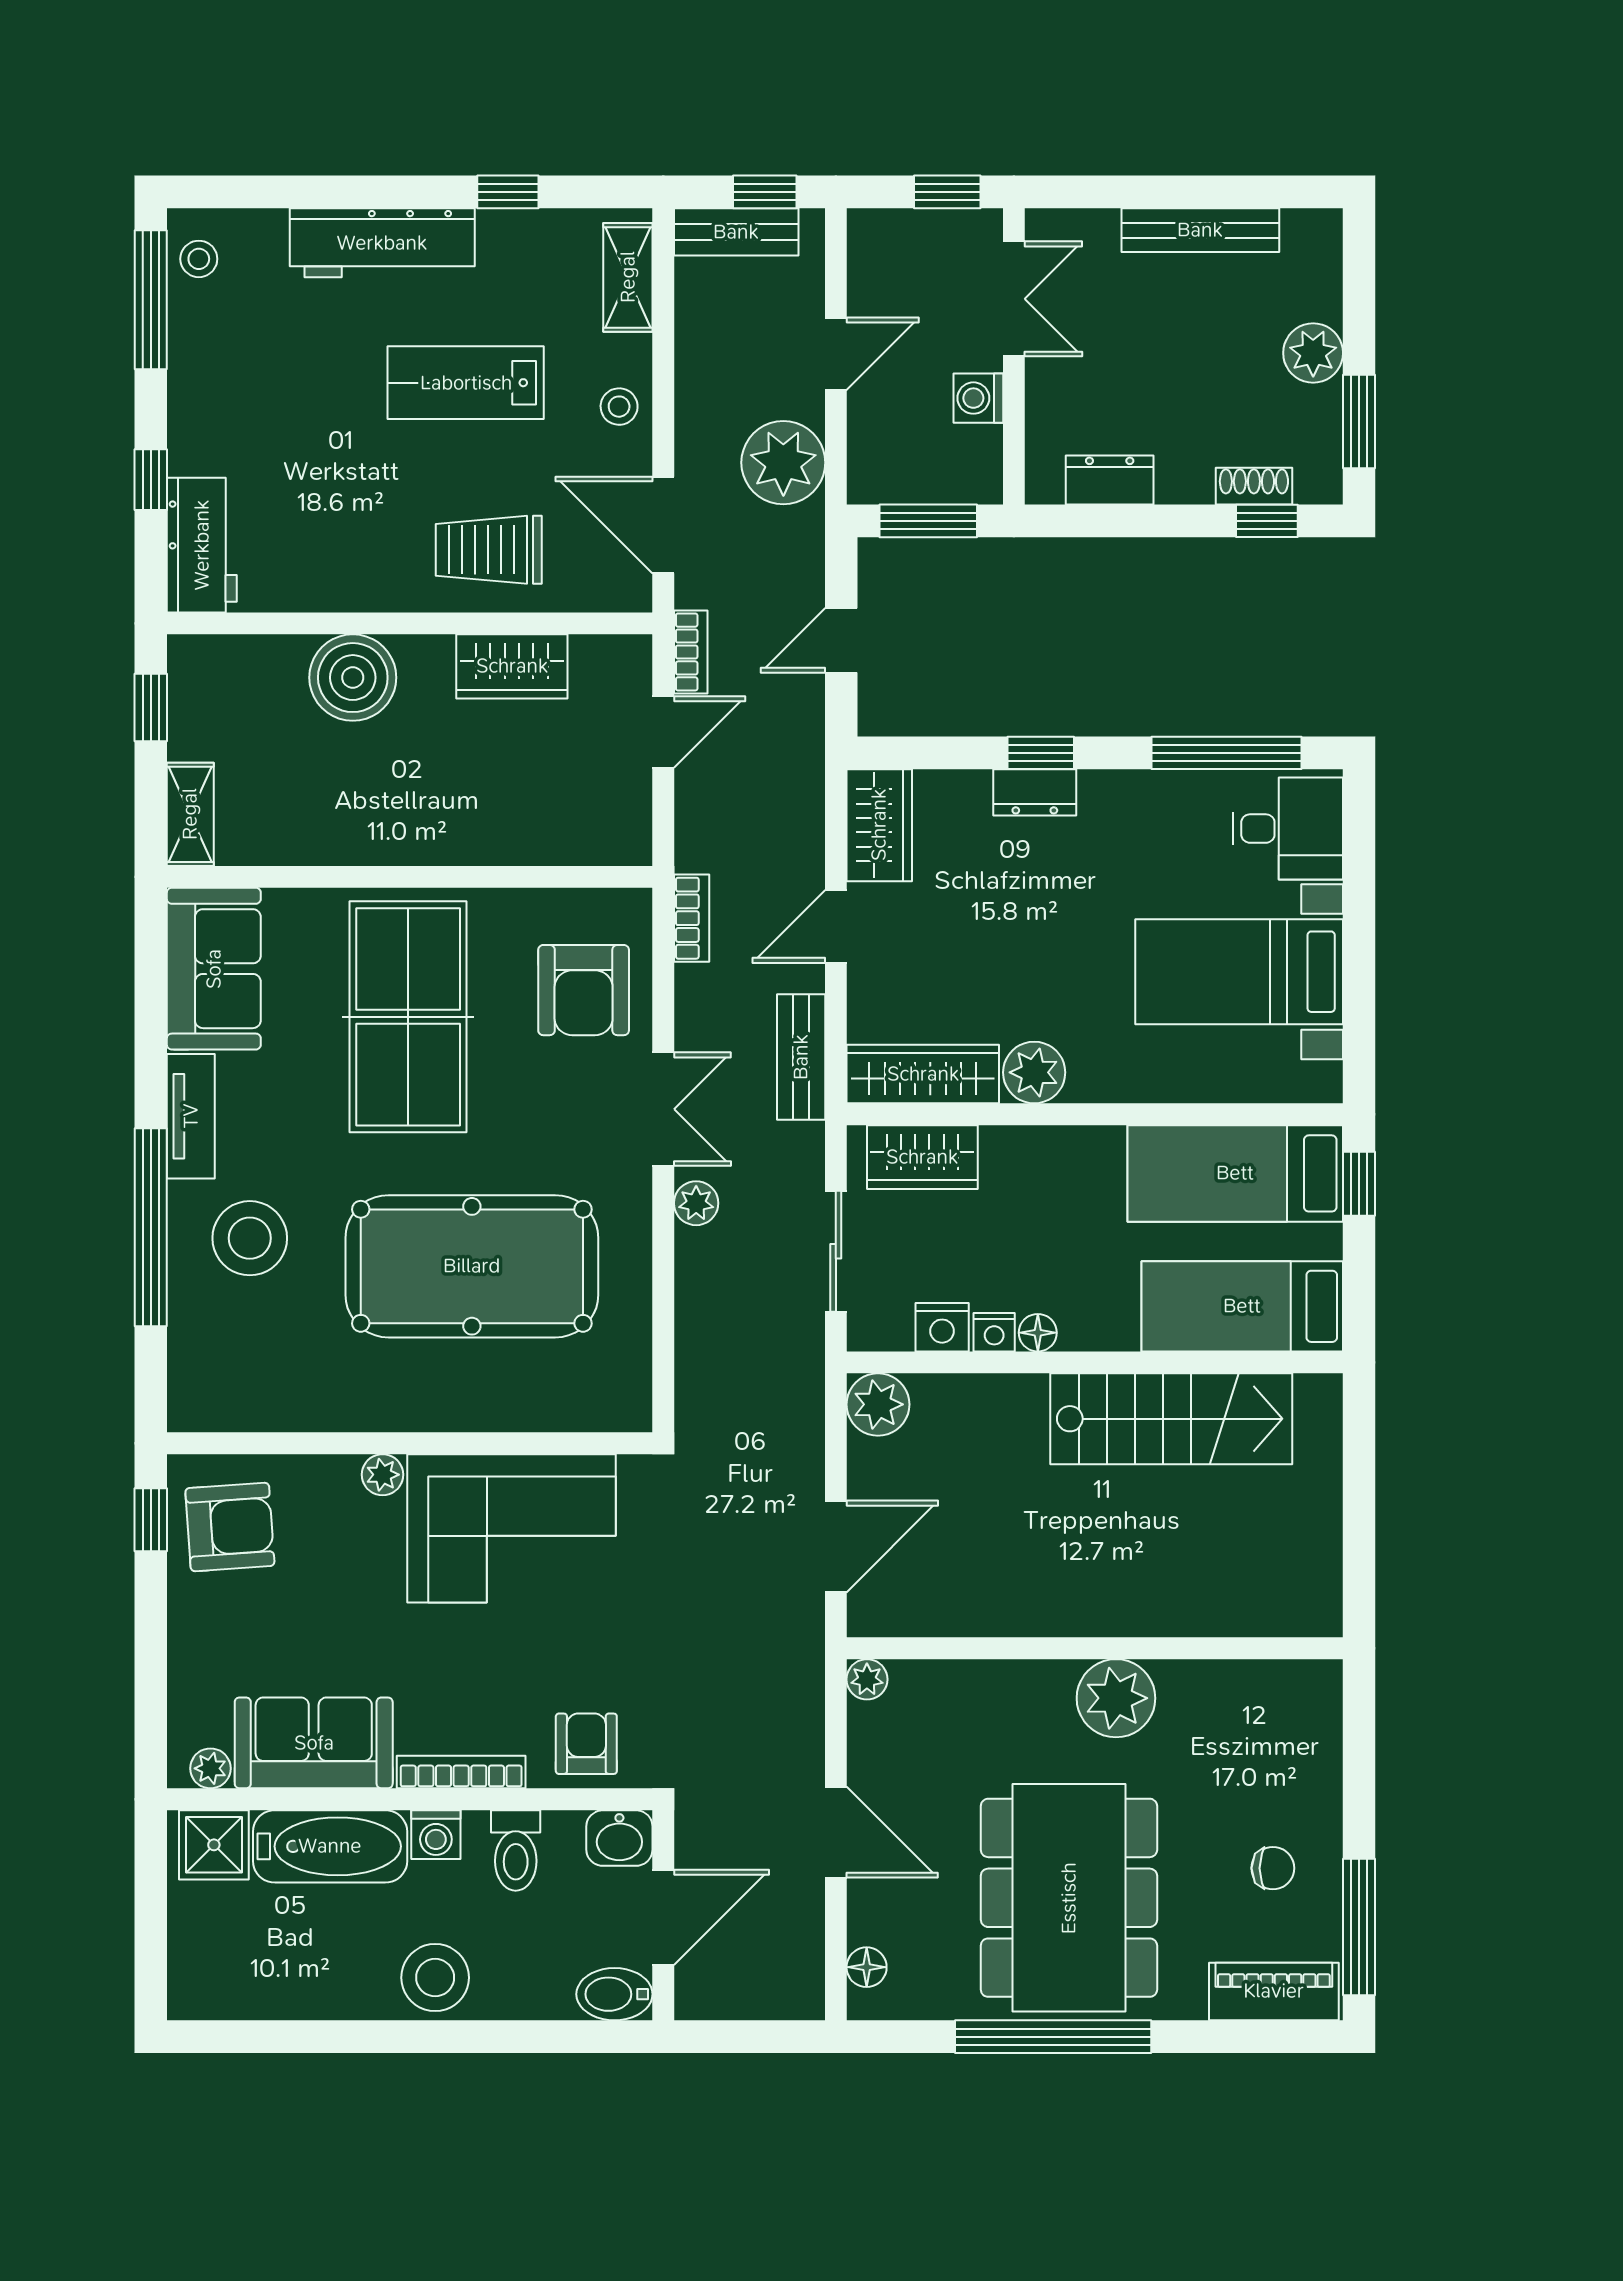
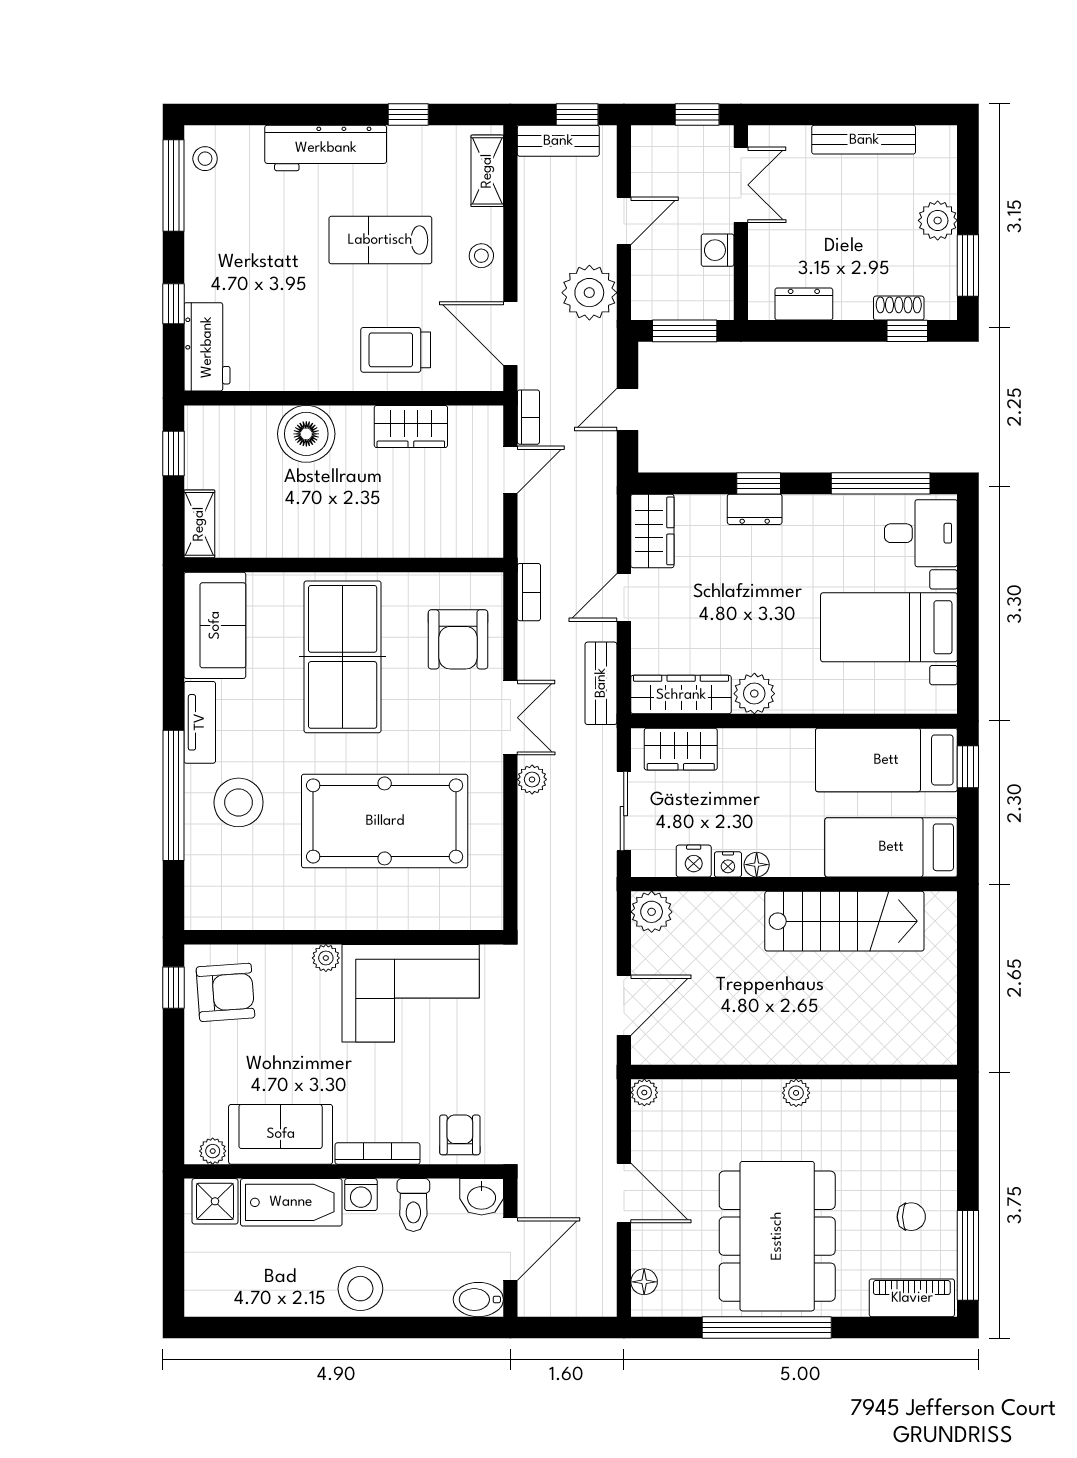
plant: (1116, 1698) -> (796, 1093), width x0.53, depth x0.53

